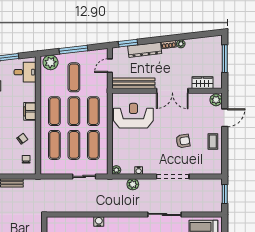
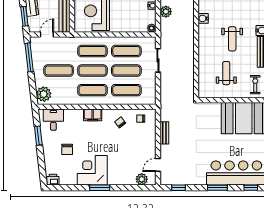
window: (73, 50) -> (29, 57), moved
door: (110, 66) -> (47, 35), swing flipped
water cooler: (99, 222) -> (203, 18), moved

